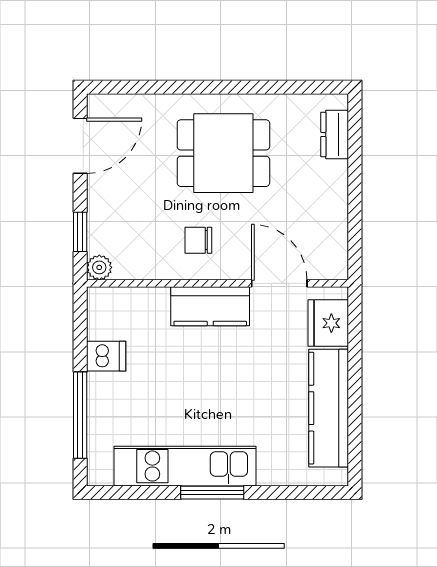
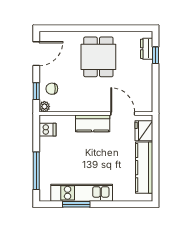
window: (355, 149) -> (155, 55), added
dining table: (223, 153) -> (98, 57), turned 90
chair: (198, 240) -> (52, 89), moved
dishwasher: (106, 356) -> (47, 130), moved
window: (212, 493) -> (76, 204), moved

